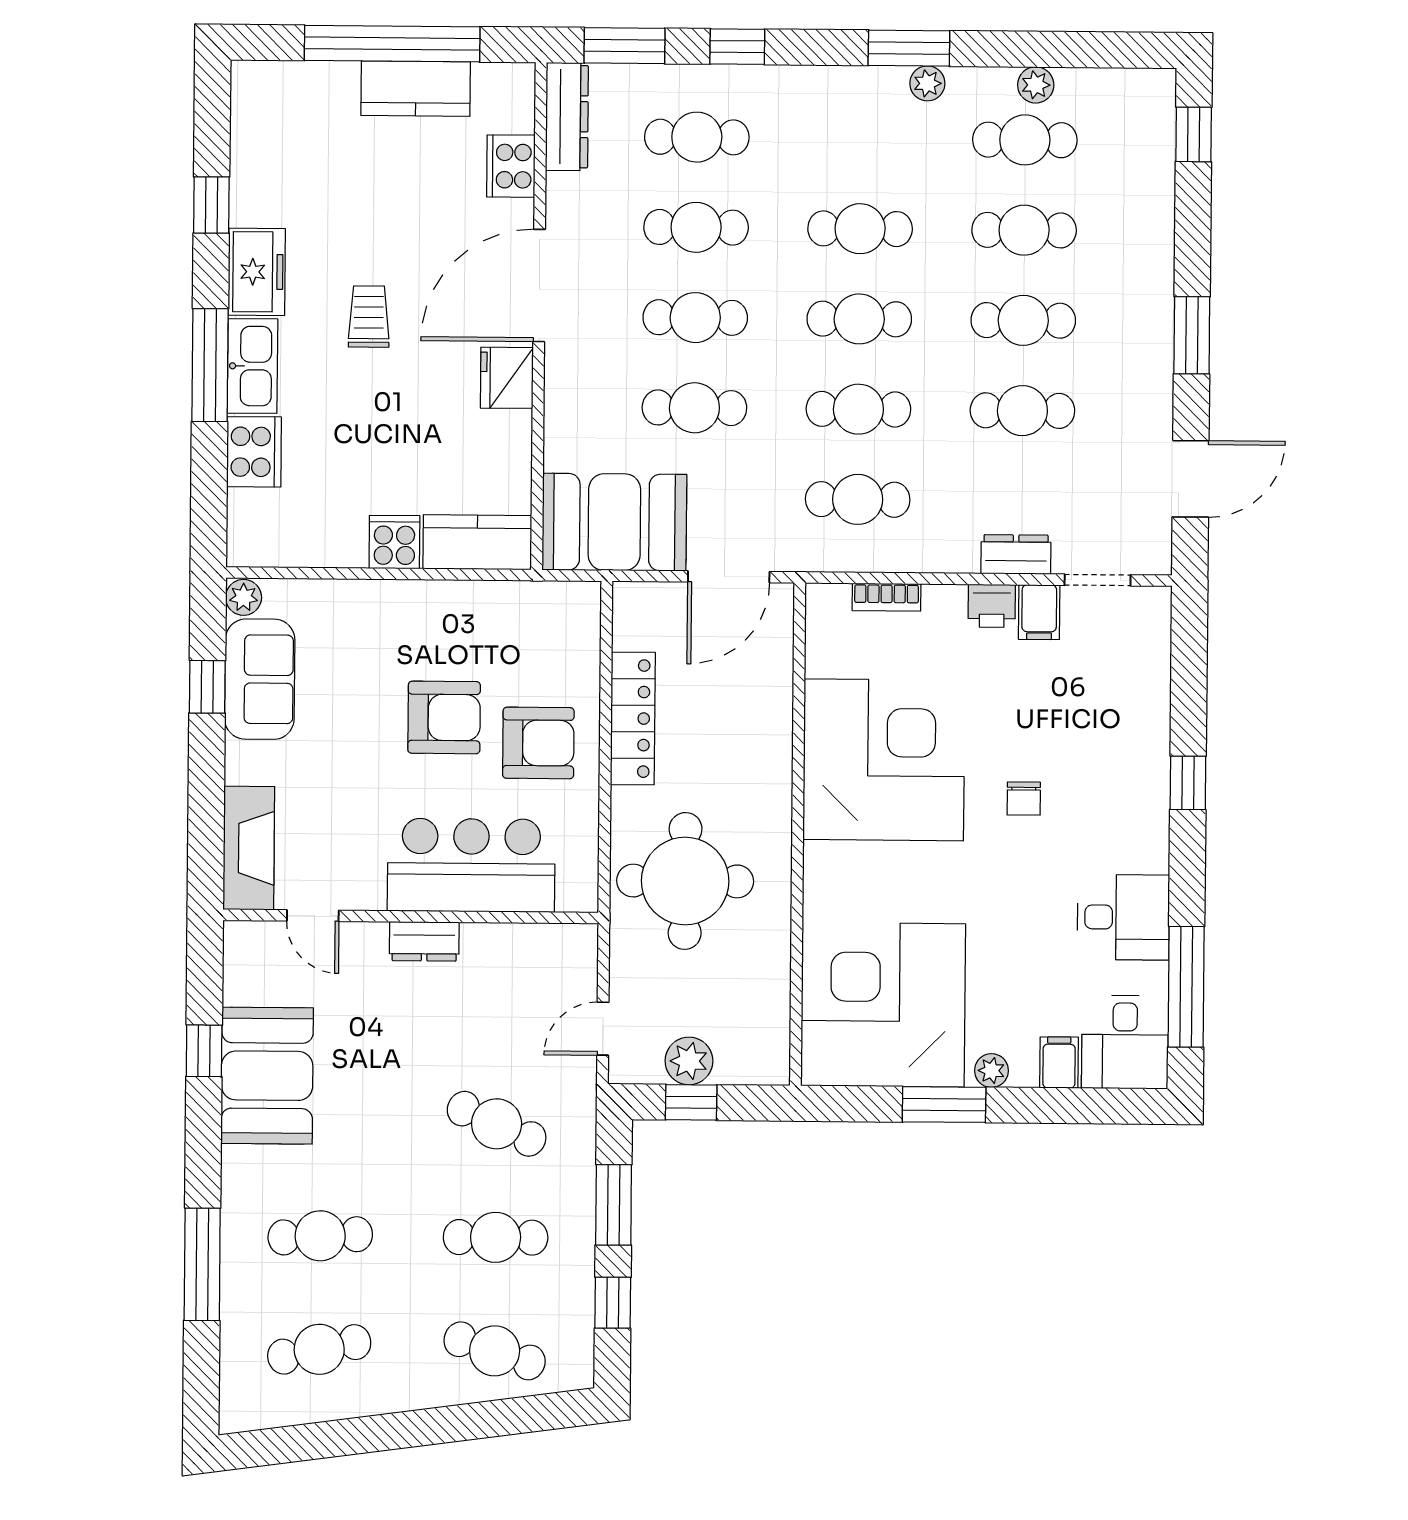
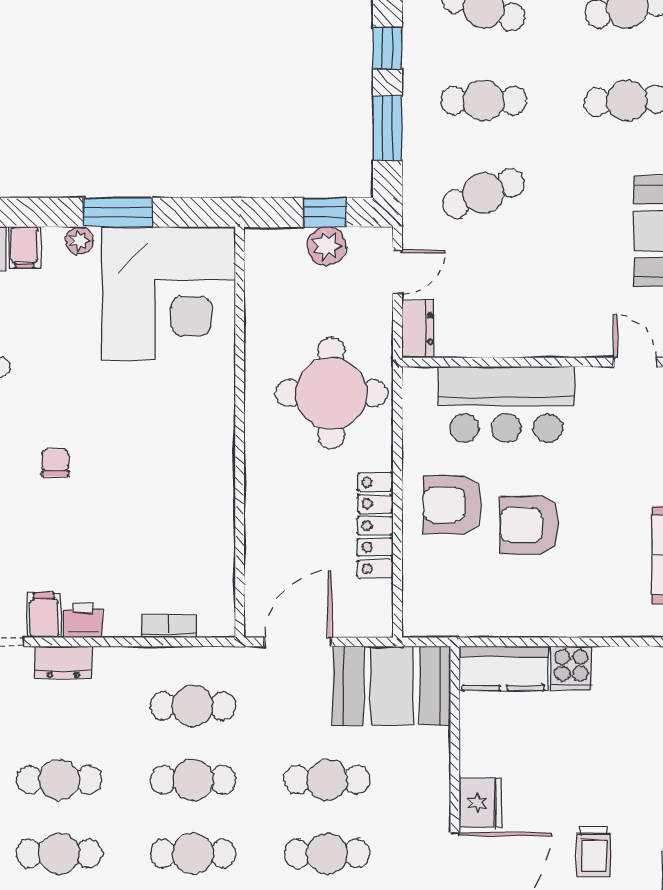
corner desk: (884, 760) -> (170, 493), removed
dresser: (424, 941) -> (418, 329), moved, turned 90
cafe table: (497, 1124) -> (484, 193), turned -45

